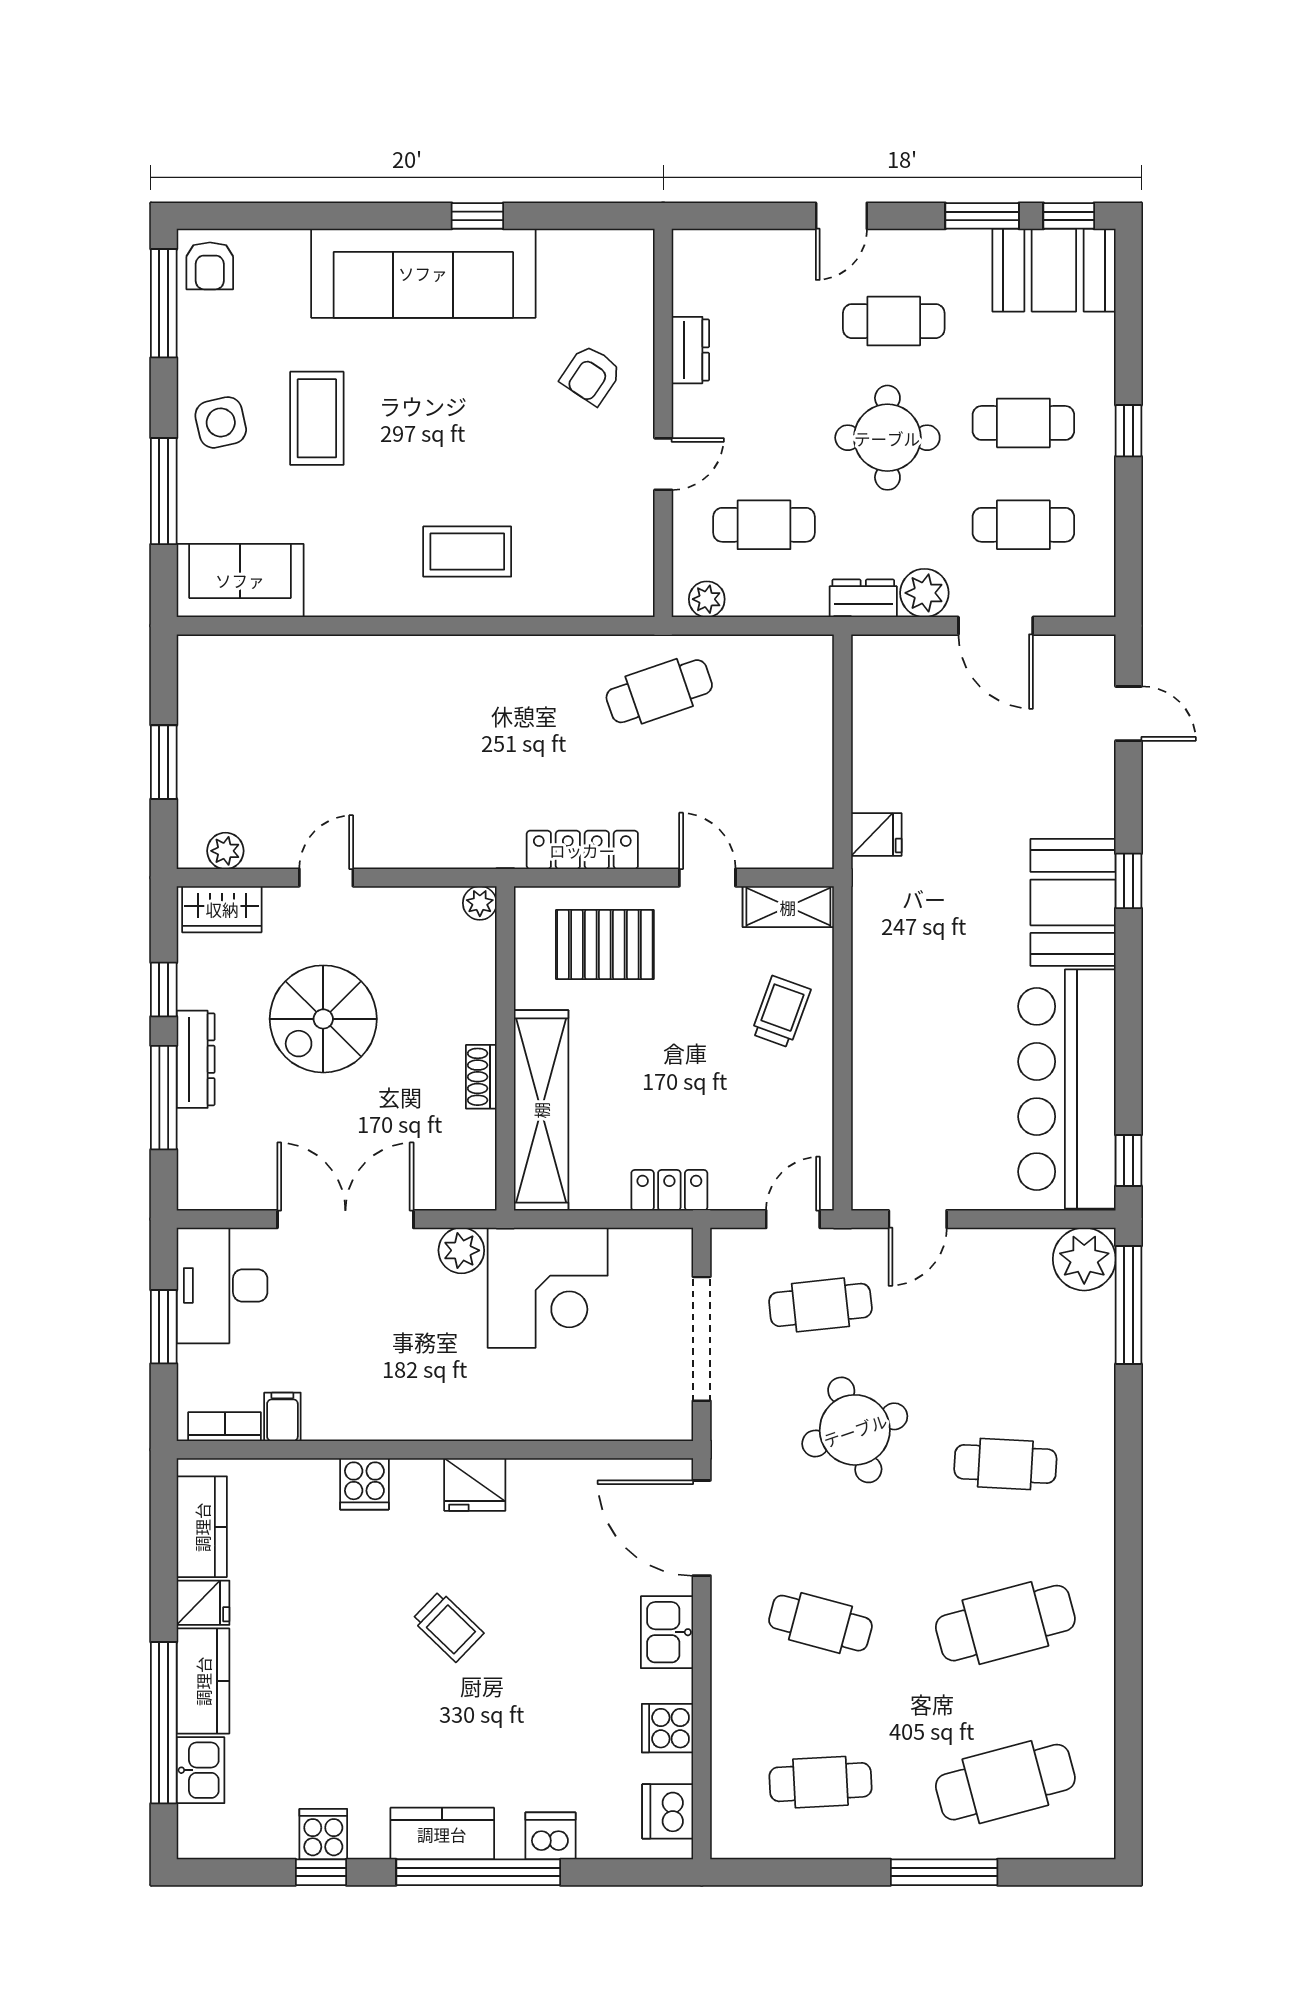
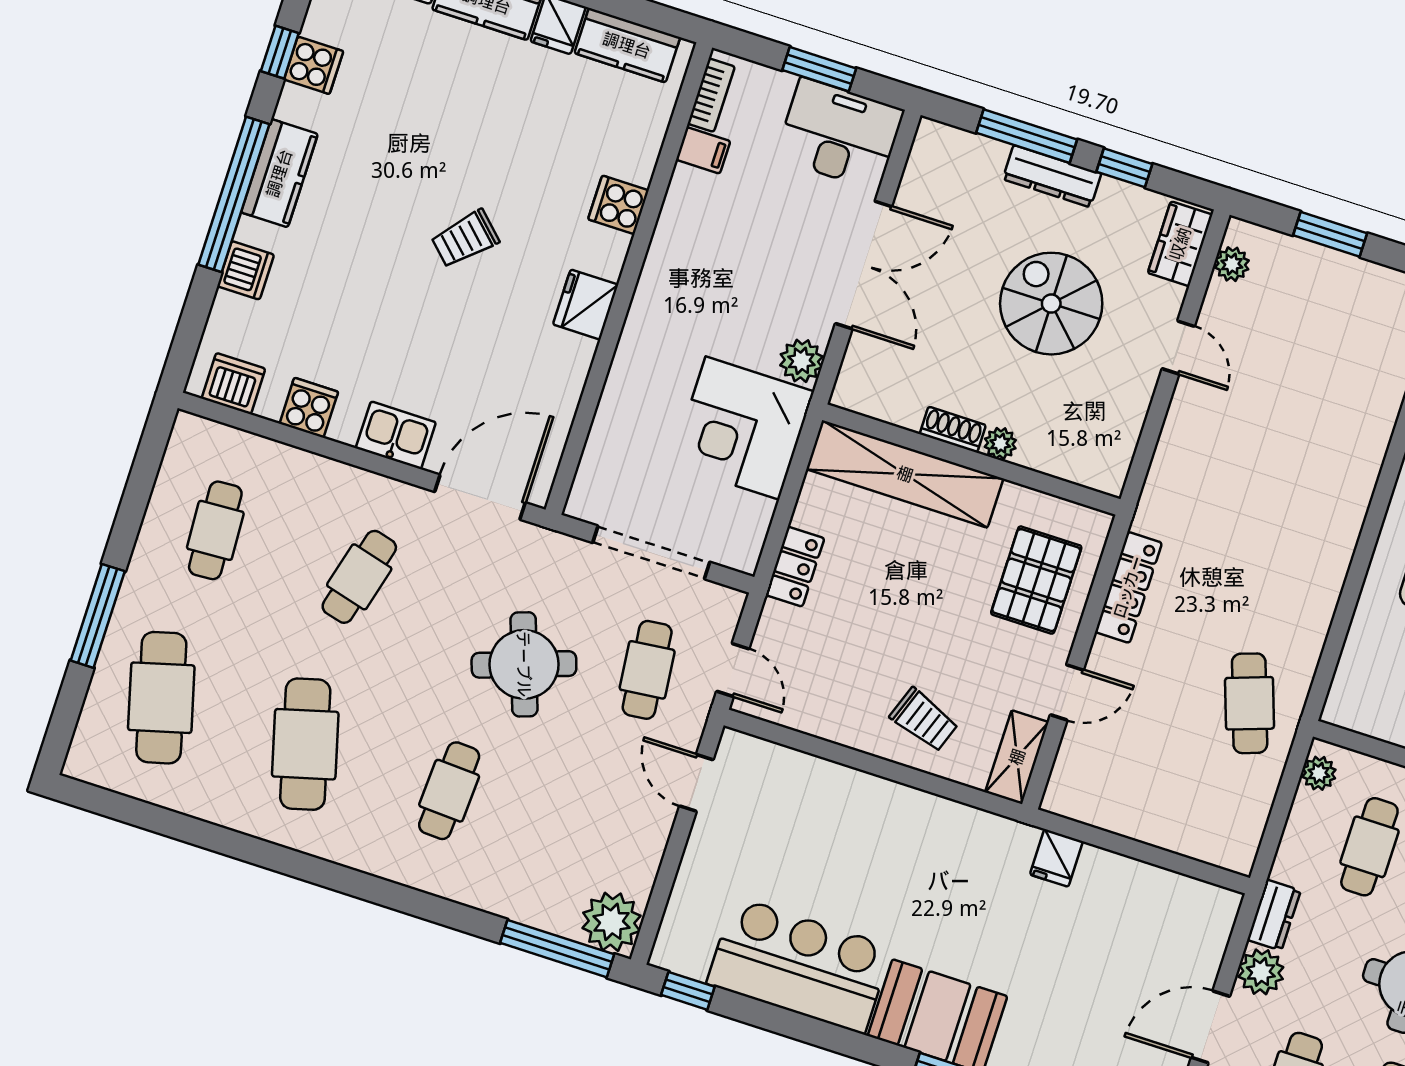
plant: (480, 903) -> (1000, 444), moved
bar counter: (1067, 1089) -> (799, 965), width x0.73

